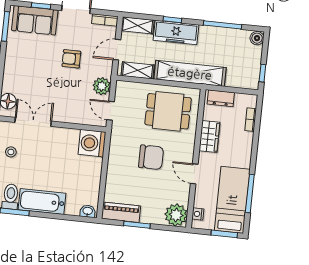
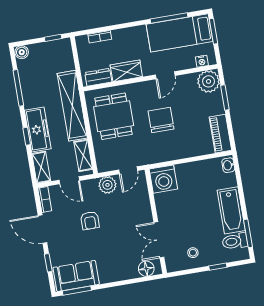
sofa: (35, 20) -> (76, 276), moved, turned -90
dresser: (221, 98) -> (98, 77), moved, turned -90
window: (137, 225) -> (225, 98), moved

